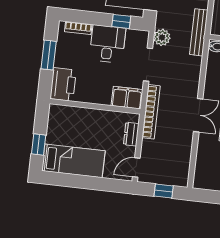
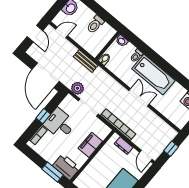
window: (121, 21) -> (43, 116), moved
bench: (199, 32) -> (86, 61), width x0.73
window: (49, 55) -> (53, 172), moved
filing cabinet: (127, 98) -> (90, 145), moved

